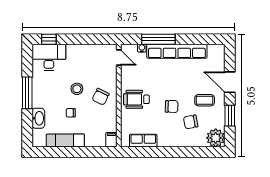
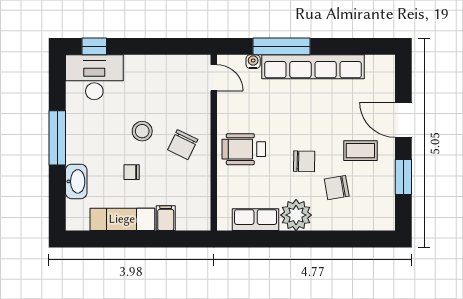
plant: (216, 138) -> (296, 215), moved
filing cabinet: (111, 140) -> (166, 218), moved

